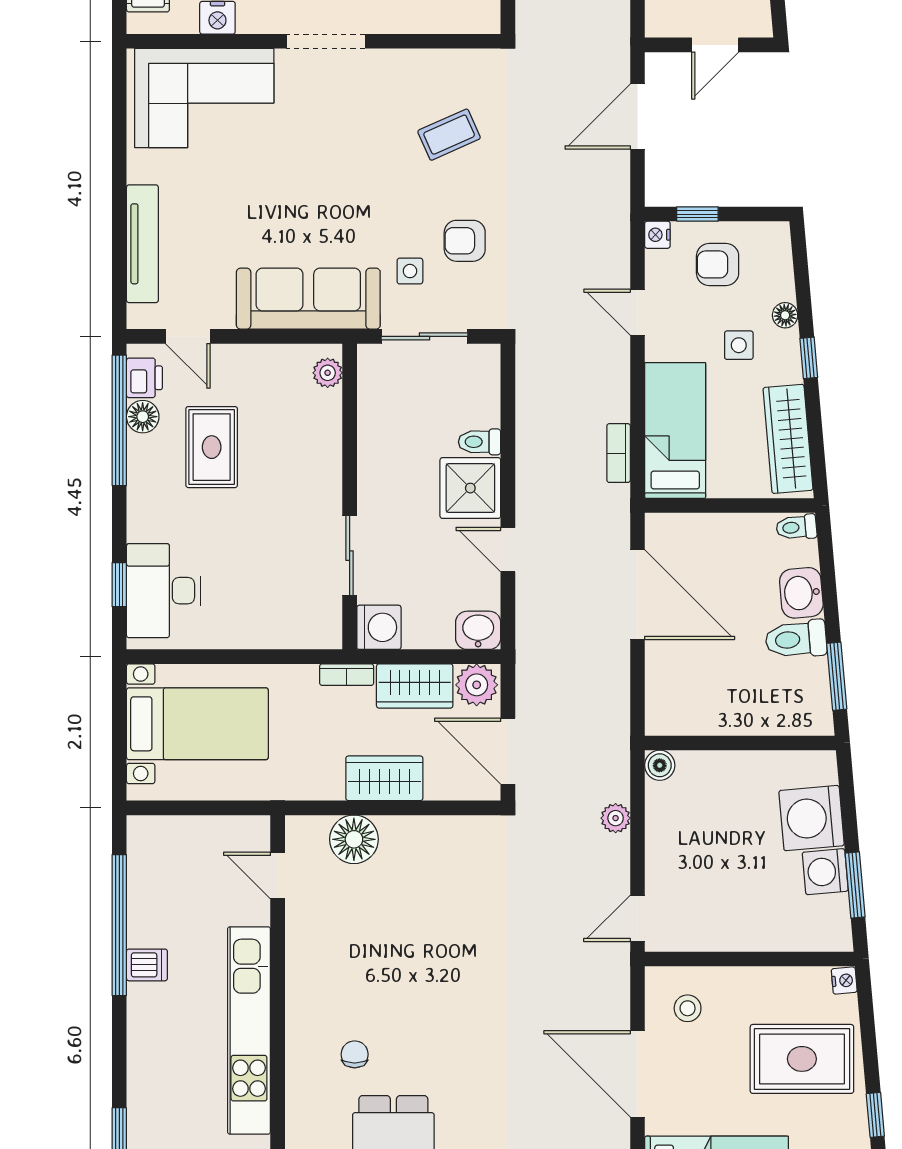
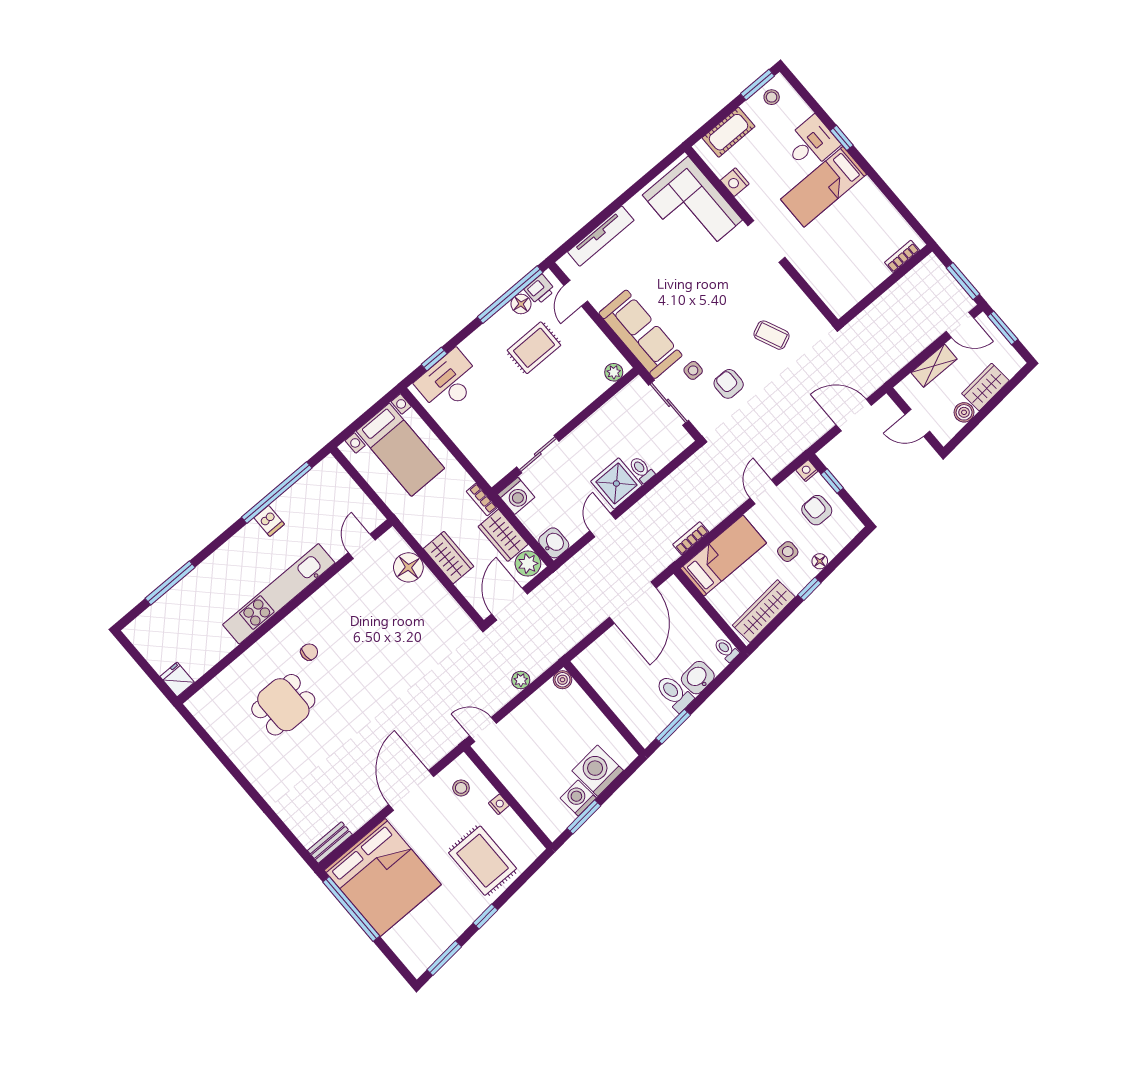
nightstand: (844, 981) -> (499, 804), moved, turned -85

